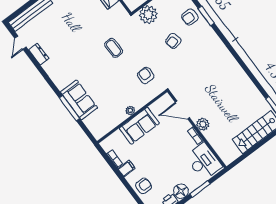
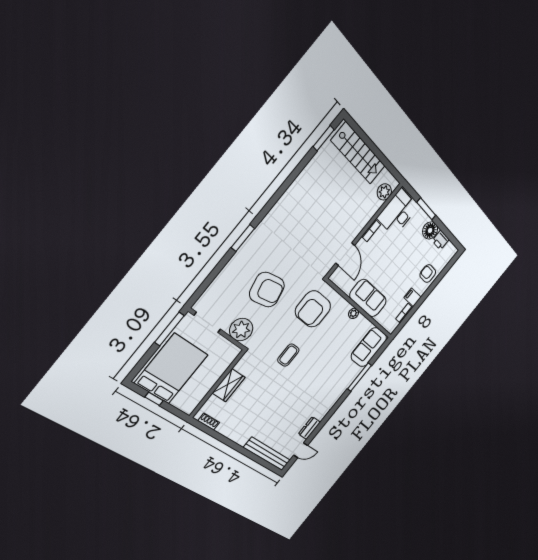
window: (206, 16) -> (243, 238), moved
armchair: (190, 17) -> (233, 278), removed
armchair: (173, 41) -> (267, 290), width x1.88, depth x1.88
armchair: (146, 76) -> (313, 309), width x1.88, depth x1.88
sofa: (79, 100) -> (369, 347), moved
plant: (203, 124) -> (384, 192), moved

